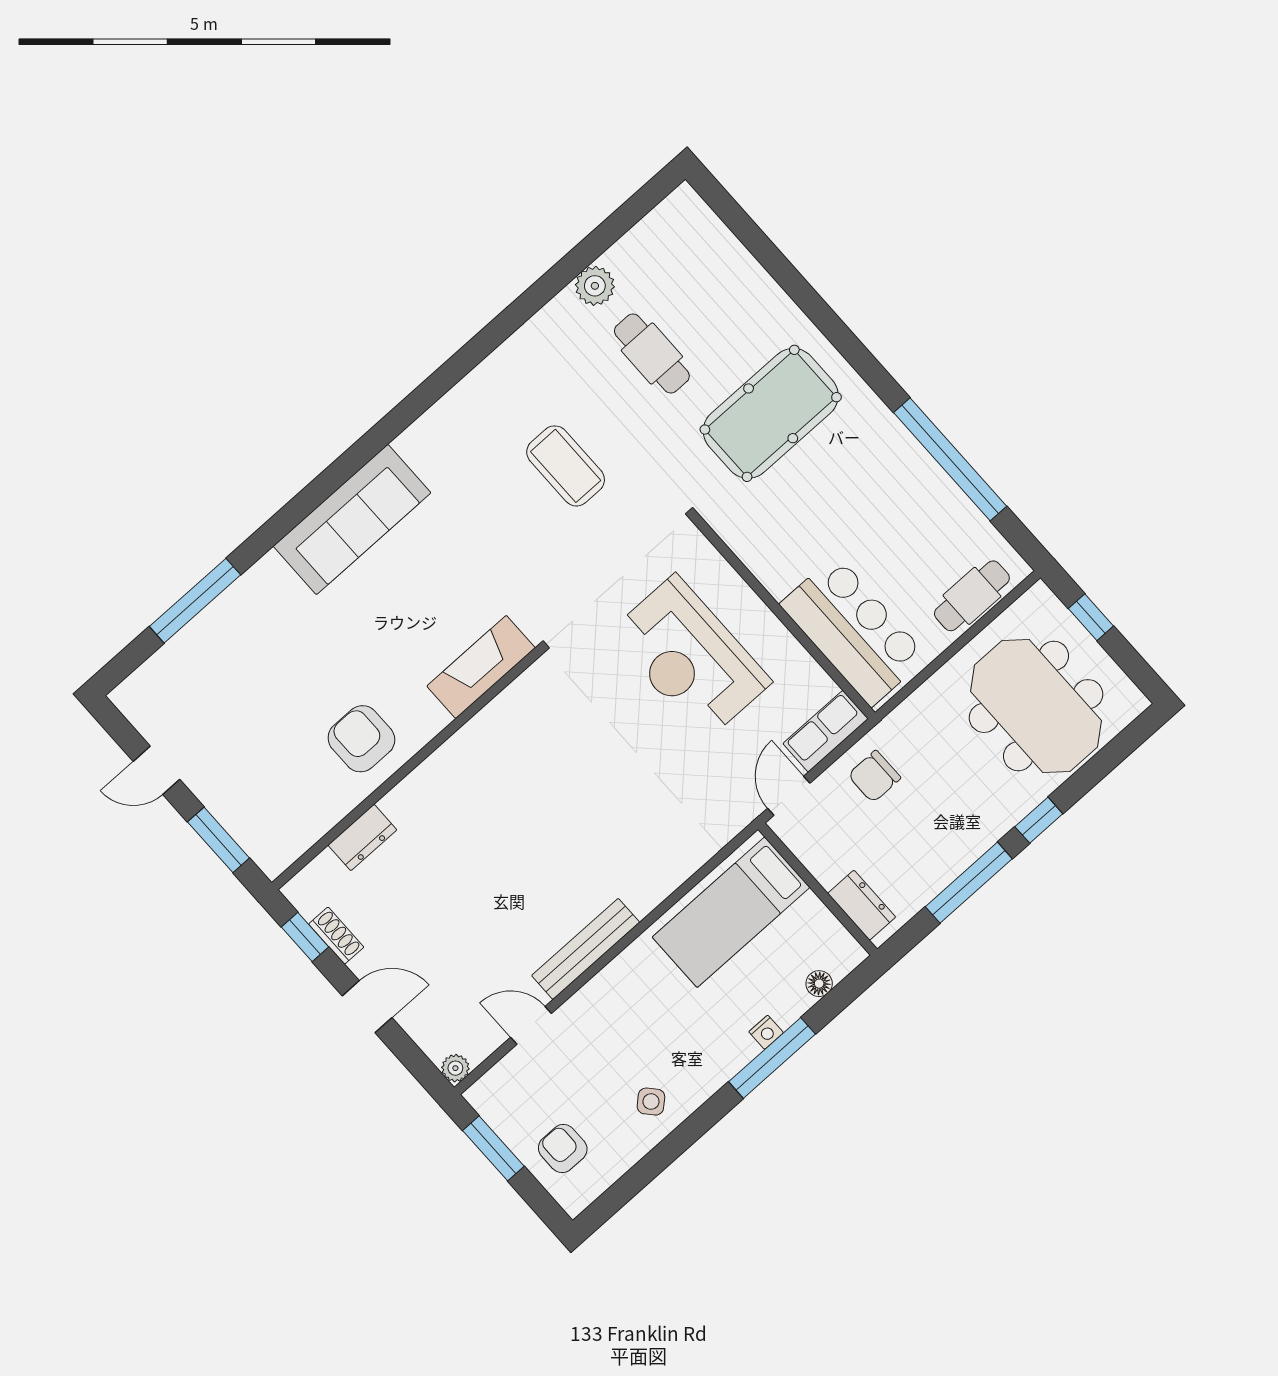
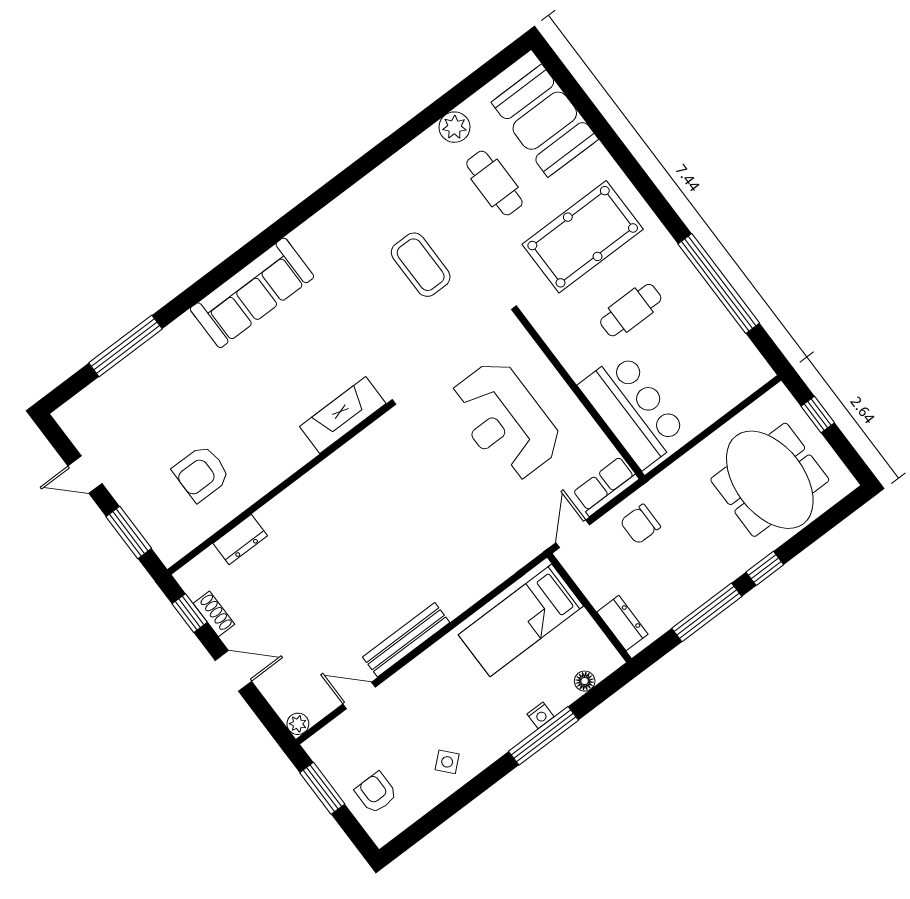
booth: (710, 268) -> (545, 121), added
cafe table: (972, 596) -> (631, 310), moved
armchair: (361, 739) -> (201, 473), moved, turned -90

